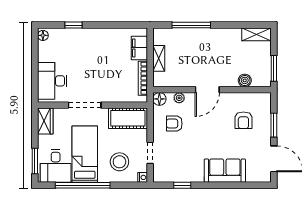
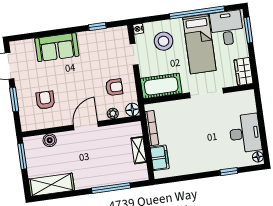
shelving: (256, 34) -> (51, 185), width x1.50, depth x1.33
desk: (52, 81) -> (245, 133), moved

